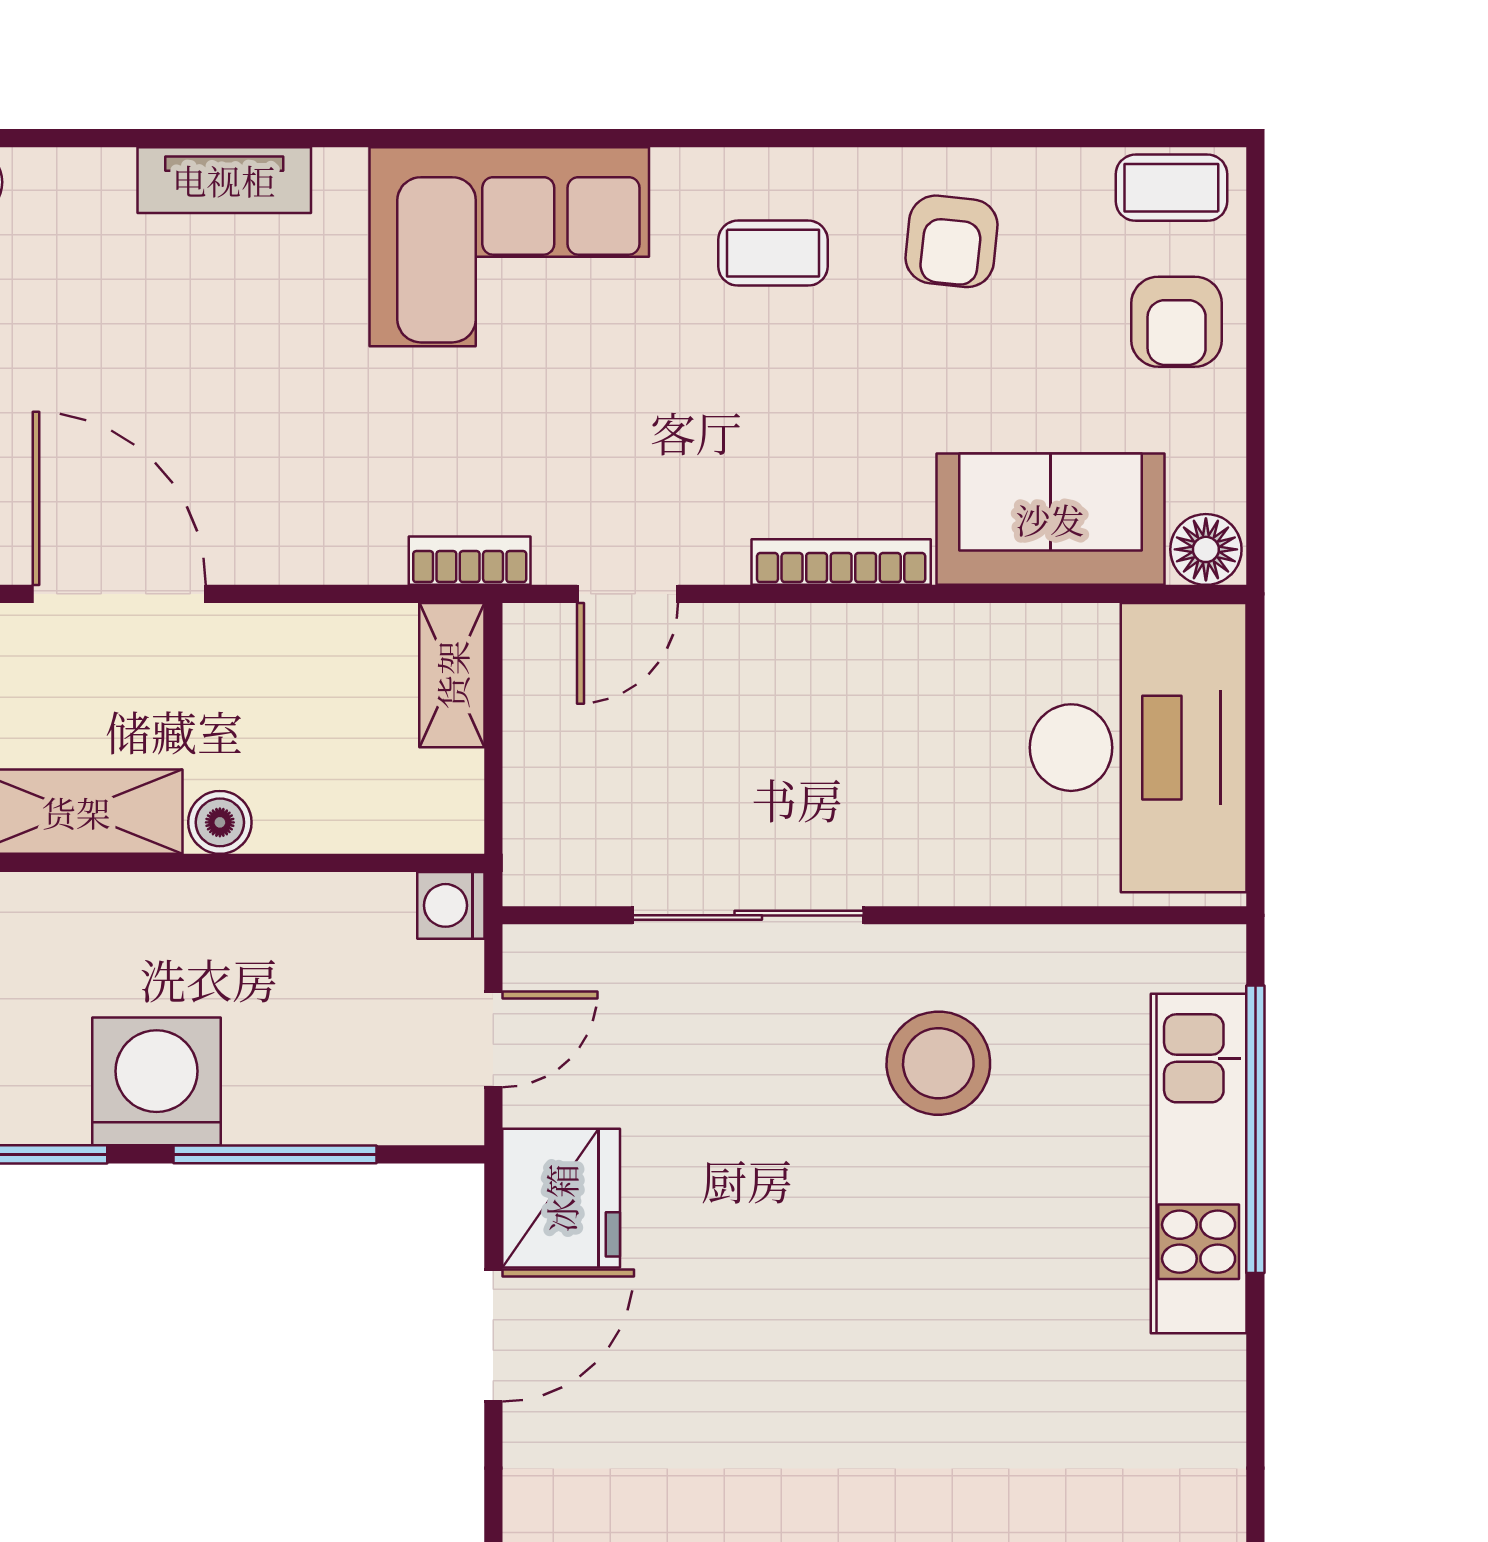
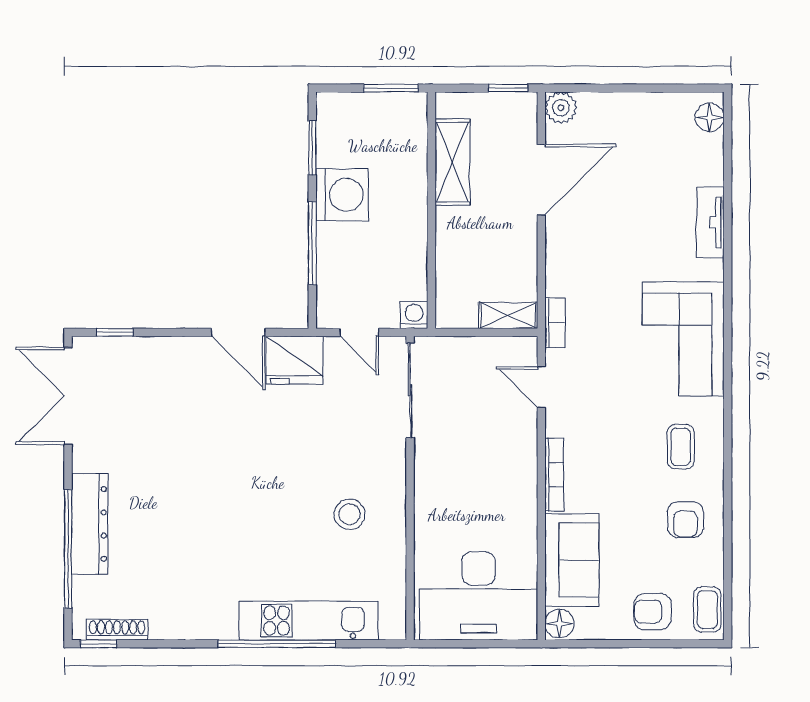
armchair: (951, 241) -> (685, 520), turned -96
boiler: (220, 822) -> (448, 221), removed
sliding door: (748, 915) -> (410, 390), moved
stool: (938, 1063) -> (350, 514), width x0.73, depth x0.73
window: (1255, 1129) -> (277, 644), moved

